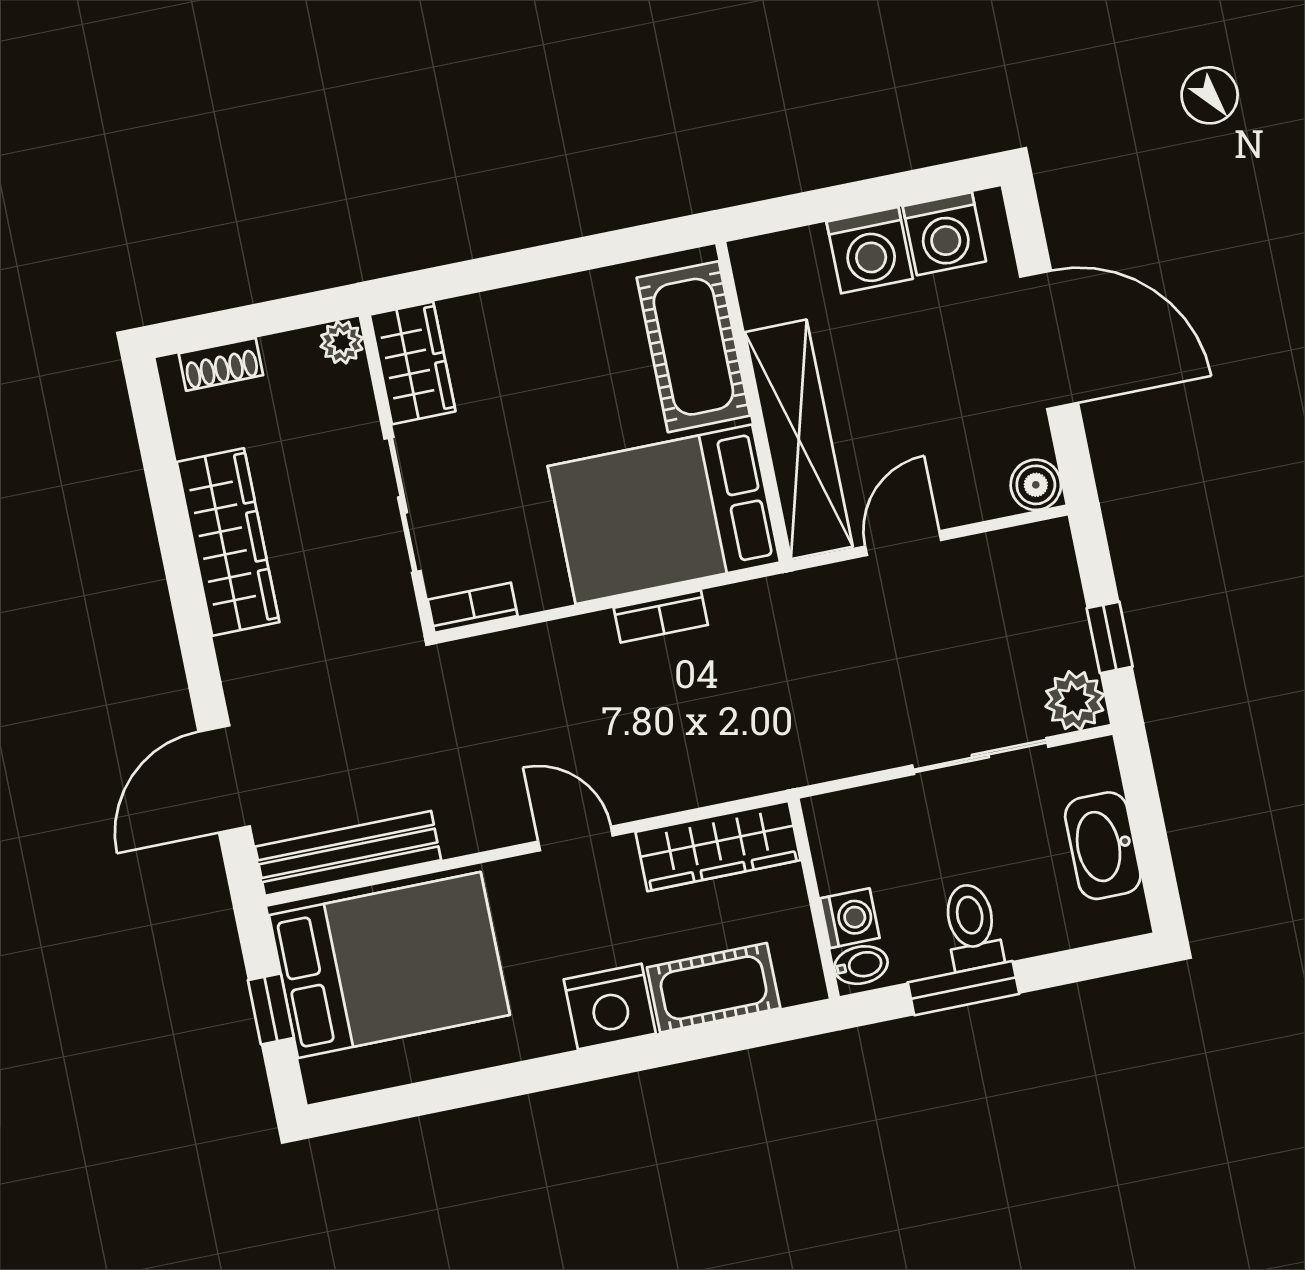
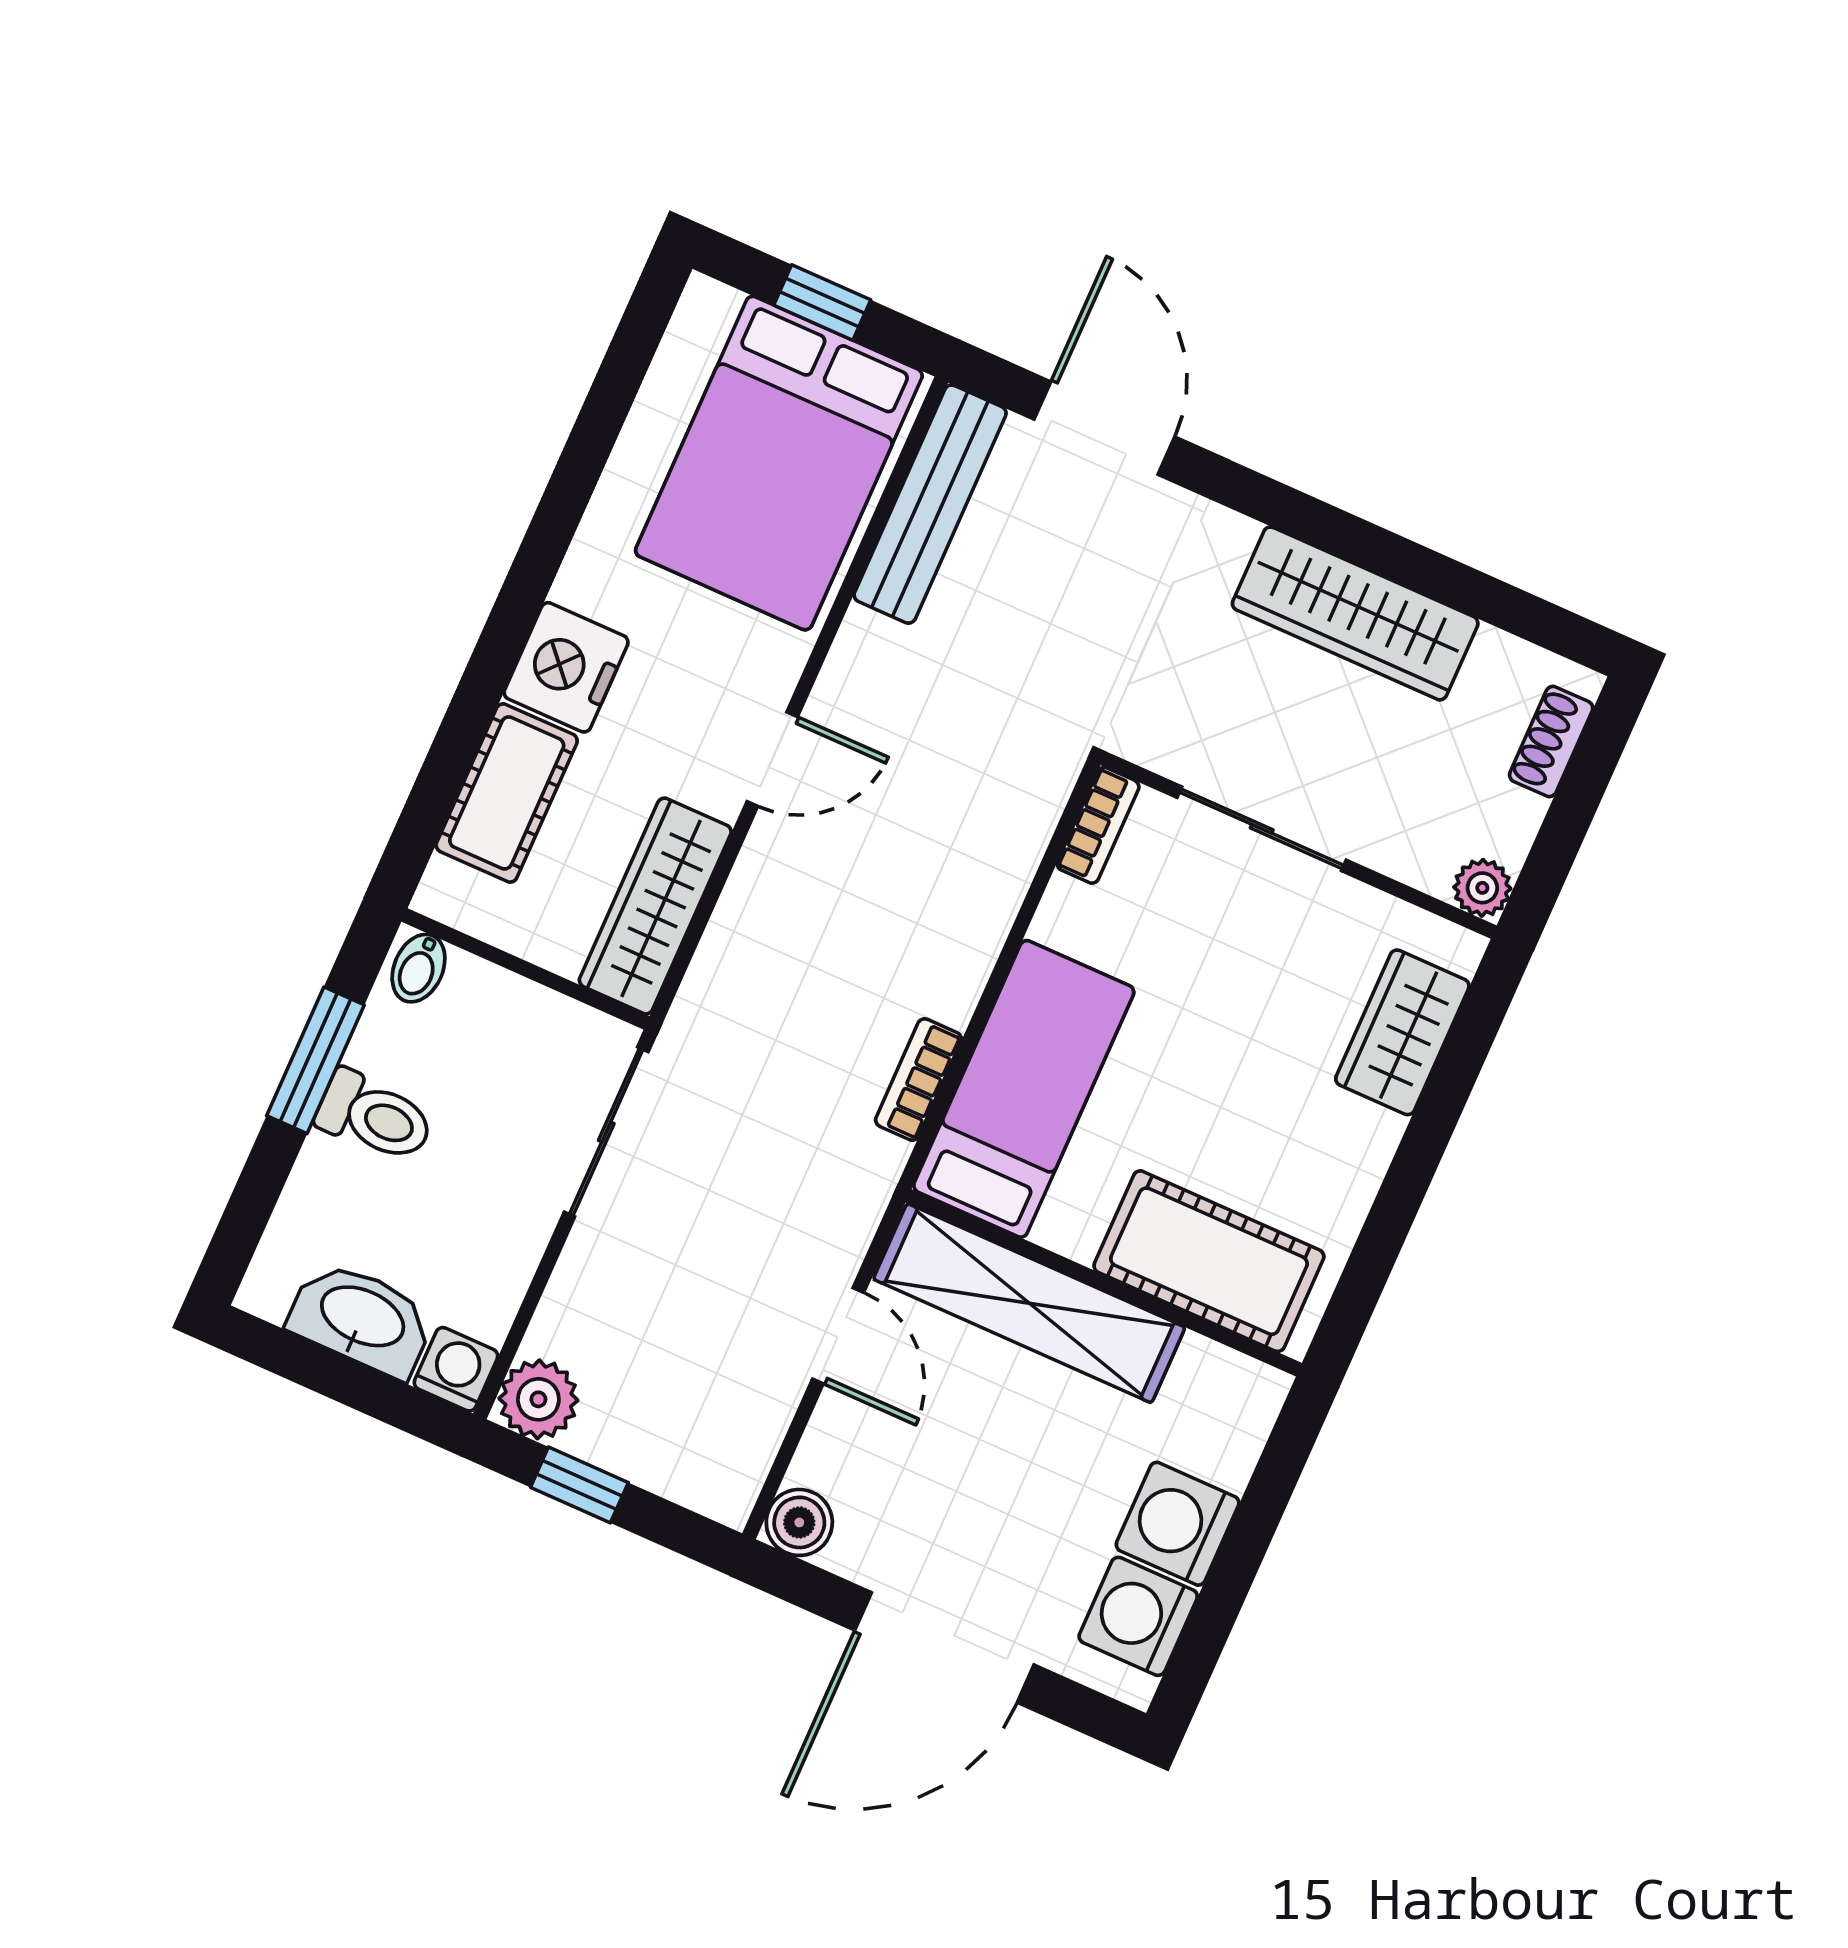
wardrobe: (413, 363) -> (1402, 1032), moved, turned 90
bed: (664, 514) -> (1024, 1089), width x0.67
bookcase: (661, 616) -> (919, 1080), moved
sliding door: (980, 756) -> (606, 1132), moved
washing machine: (850, 918) -> (456, 1369), moved, turned 180

